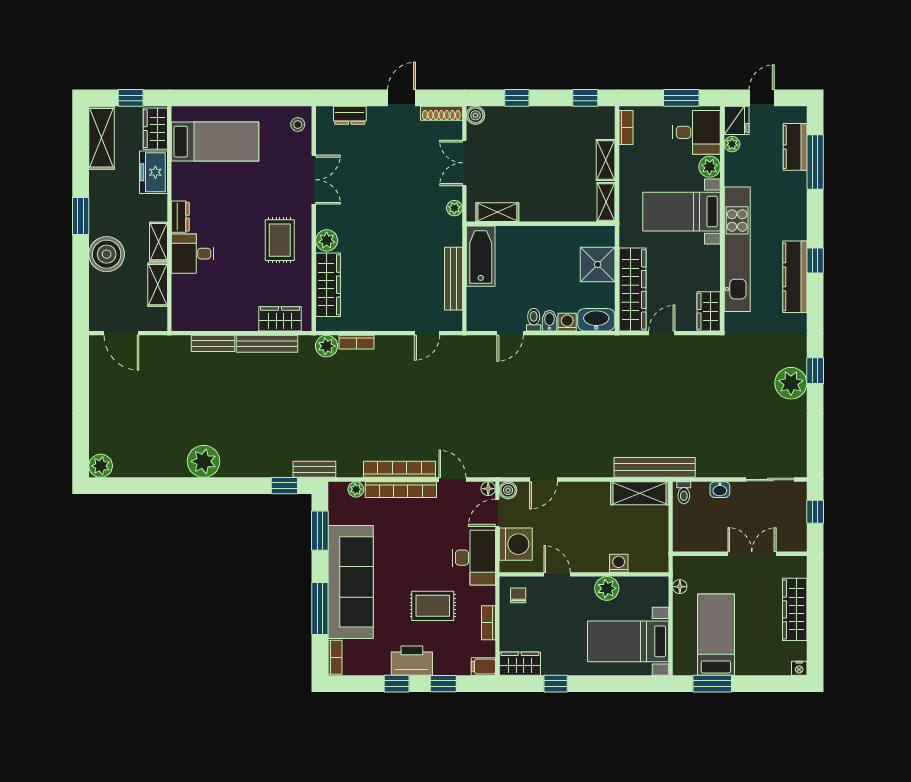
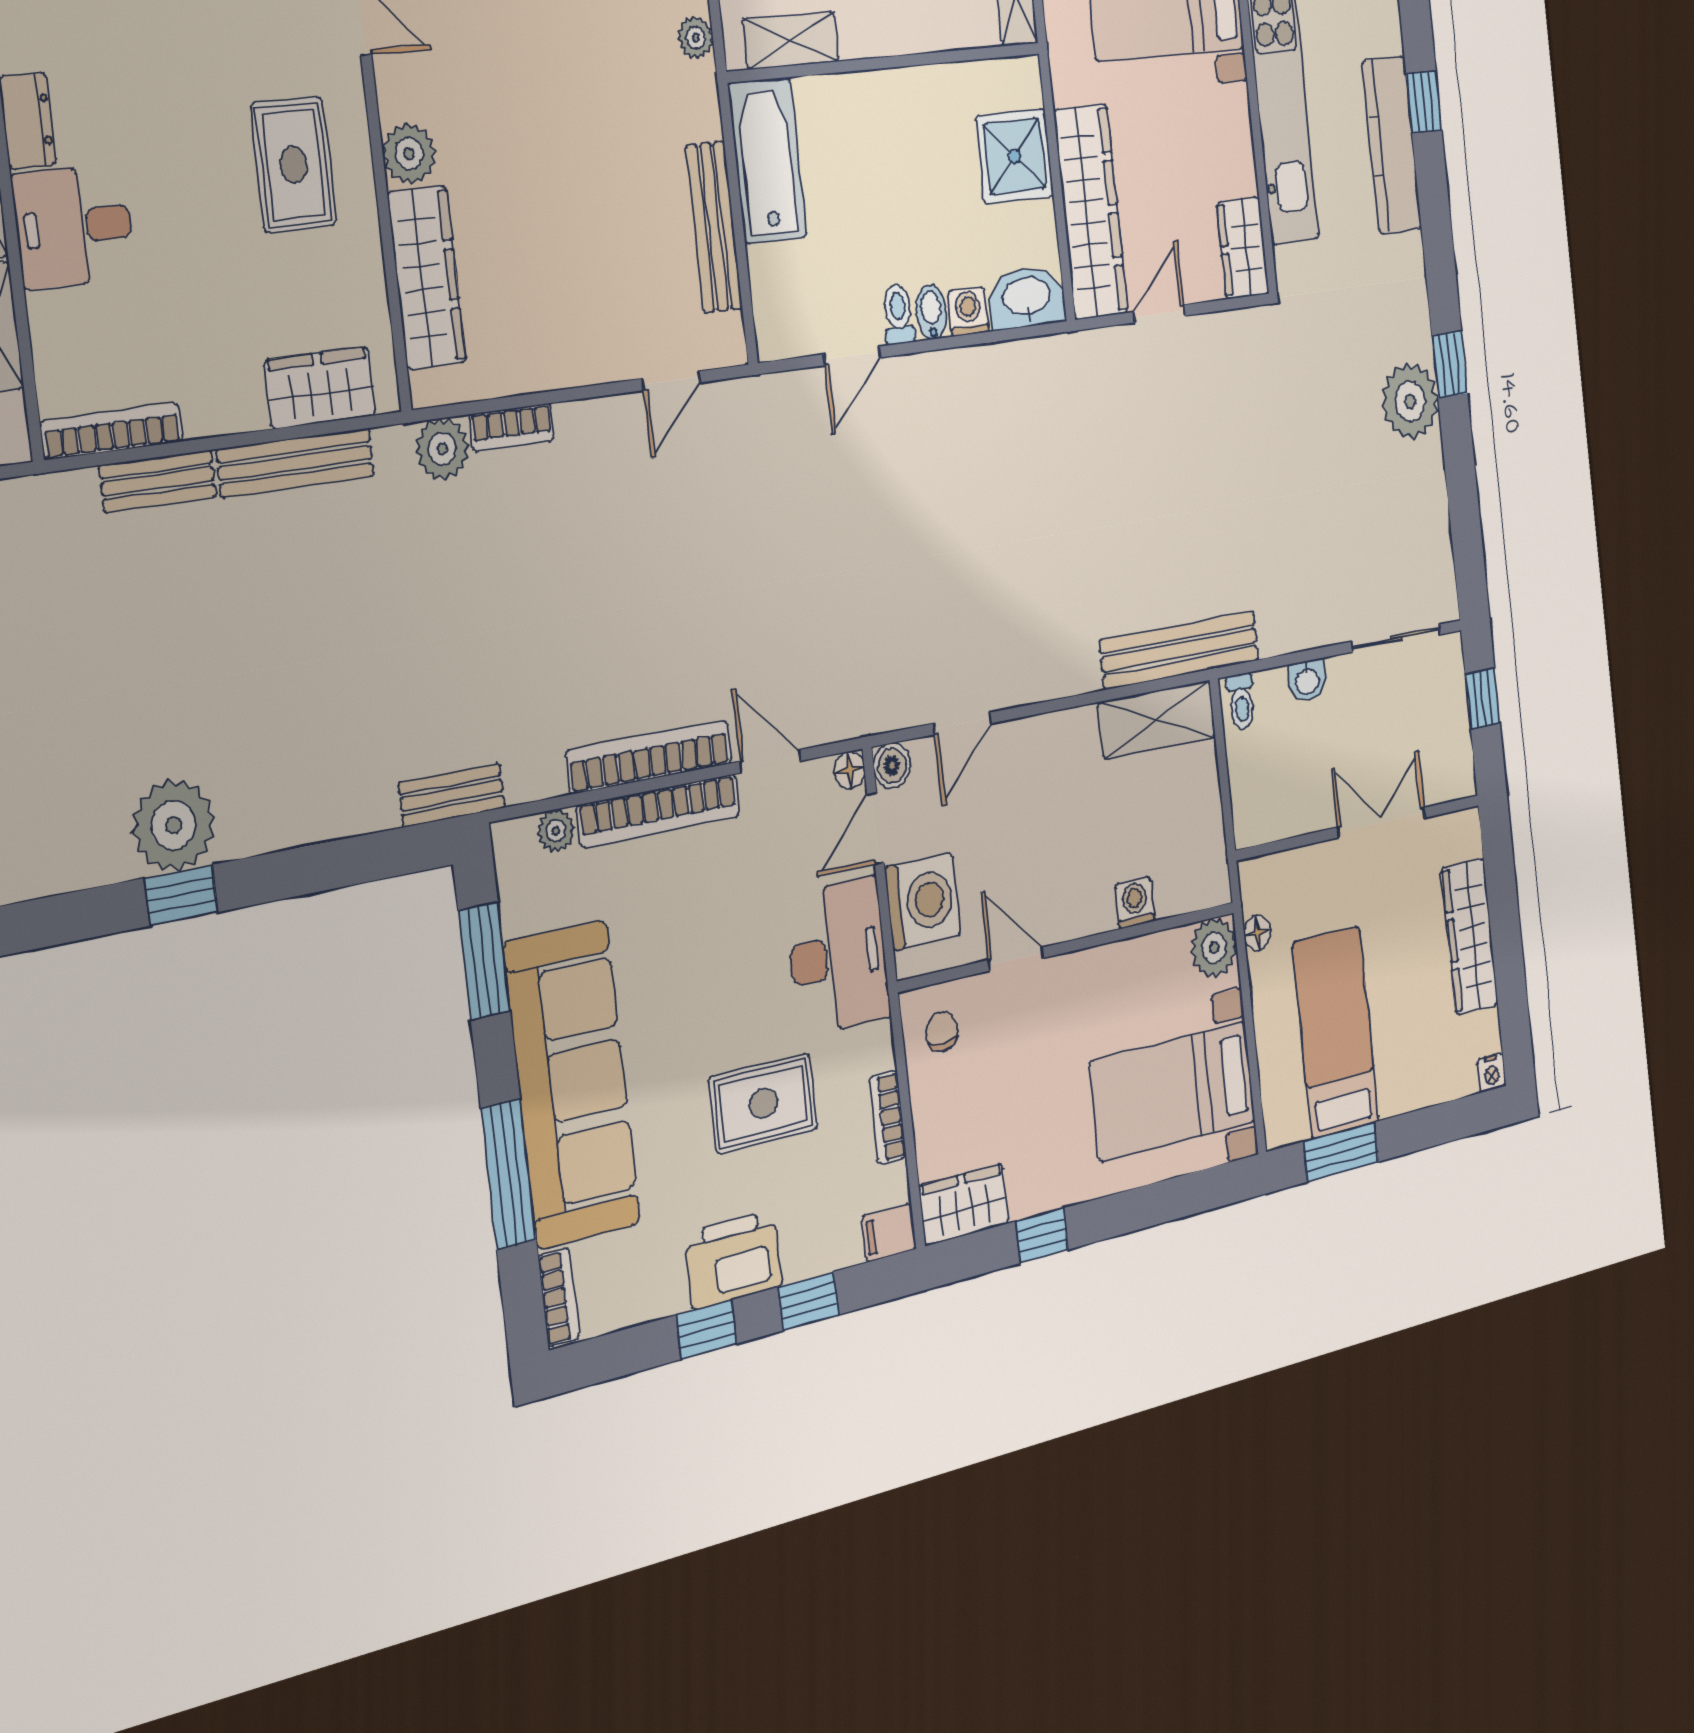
bookcase: (198, 324) -> (112, 431), added
window: (284, 486) -> (181, 895), moved
plant: (607, 588) -> (1214, 948), moved

